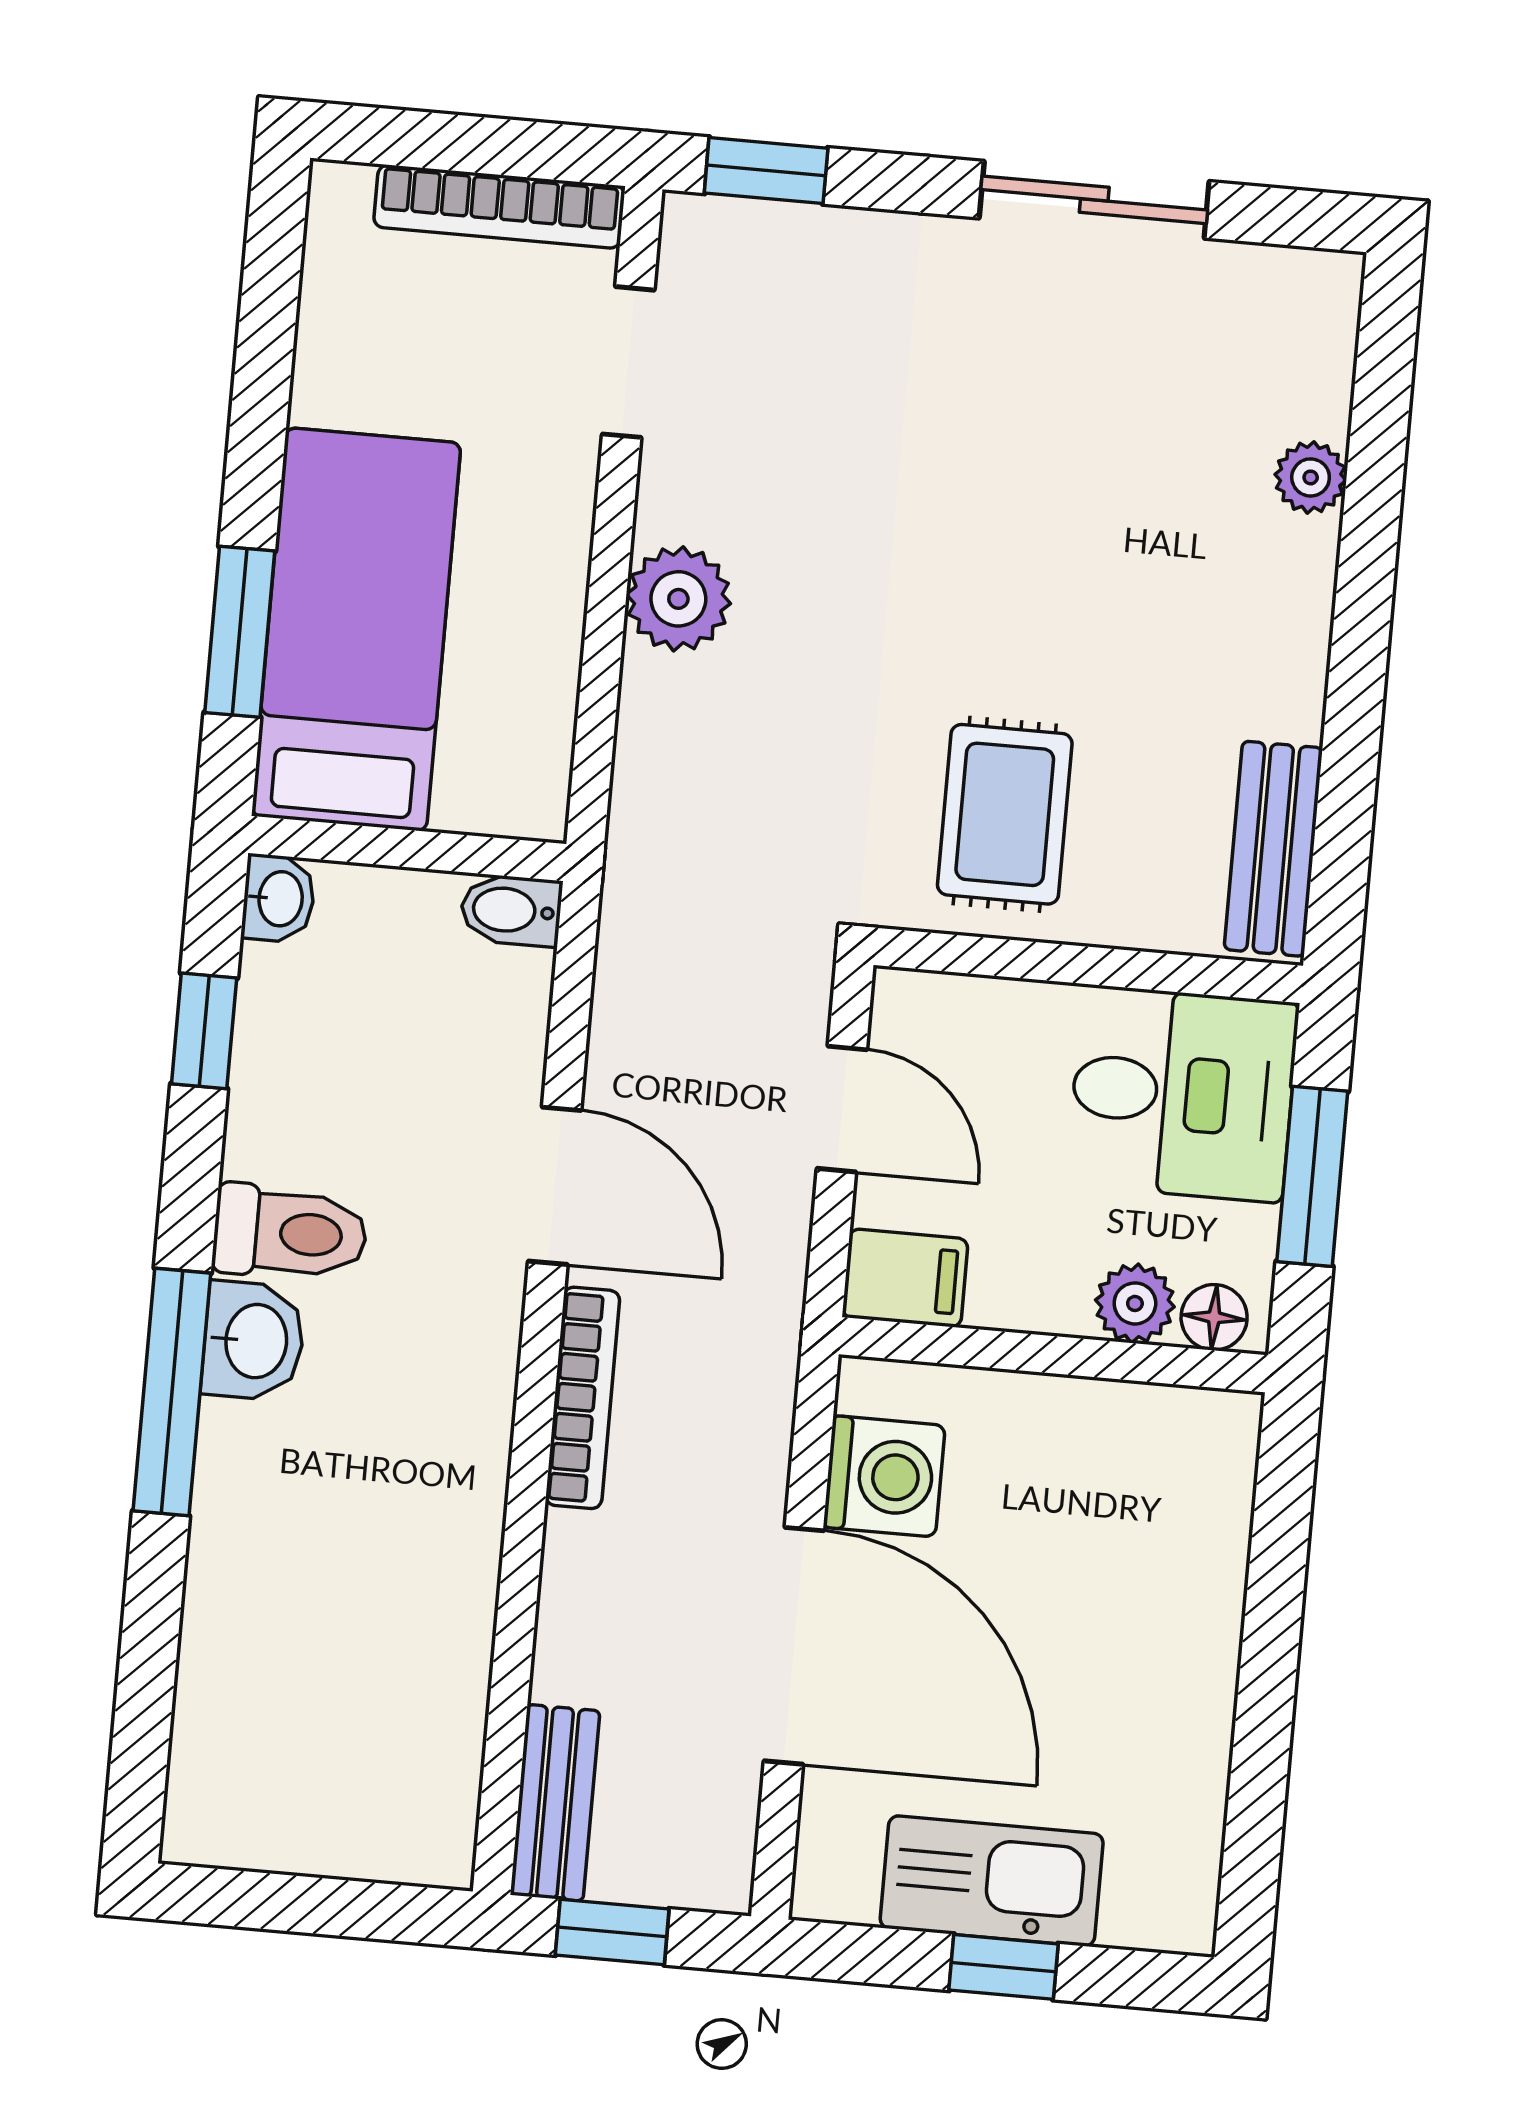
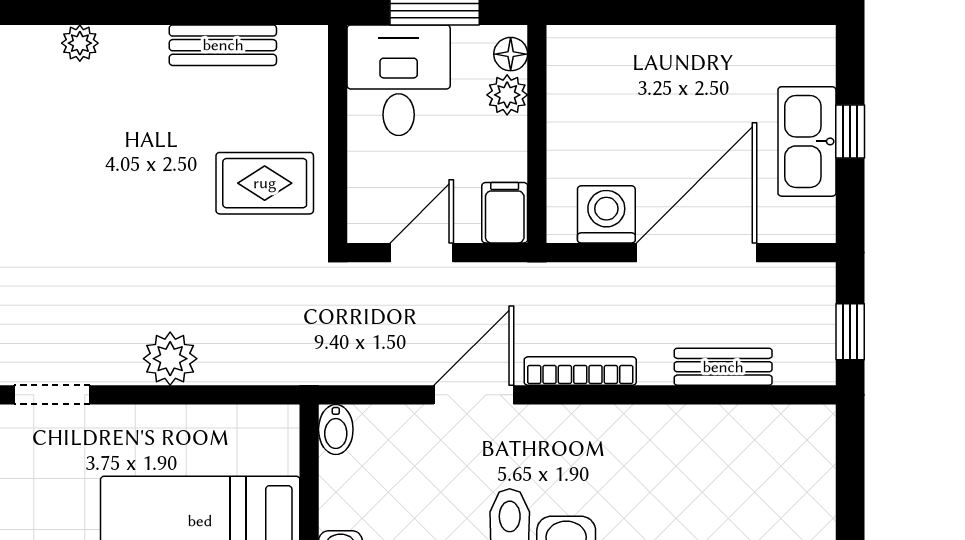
bench: (1273, 849) -> (223, 45), moved
bench: (555, 1803) -> (723, 367), moved

